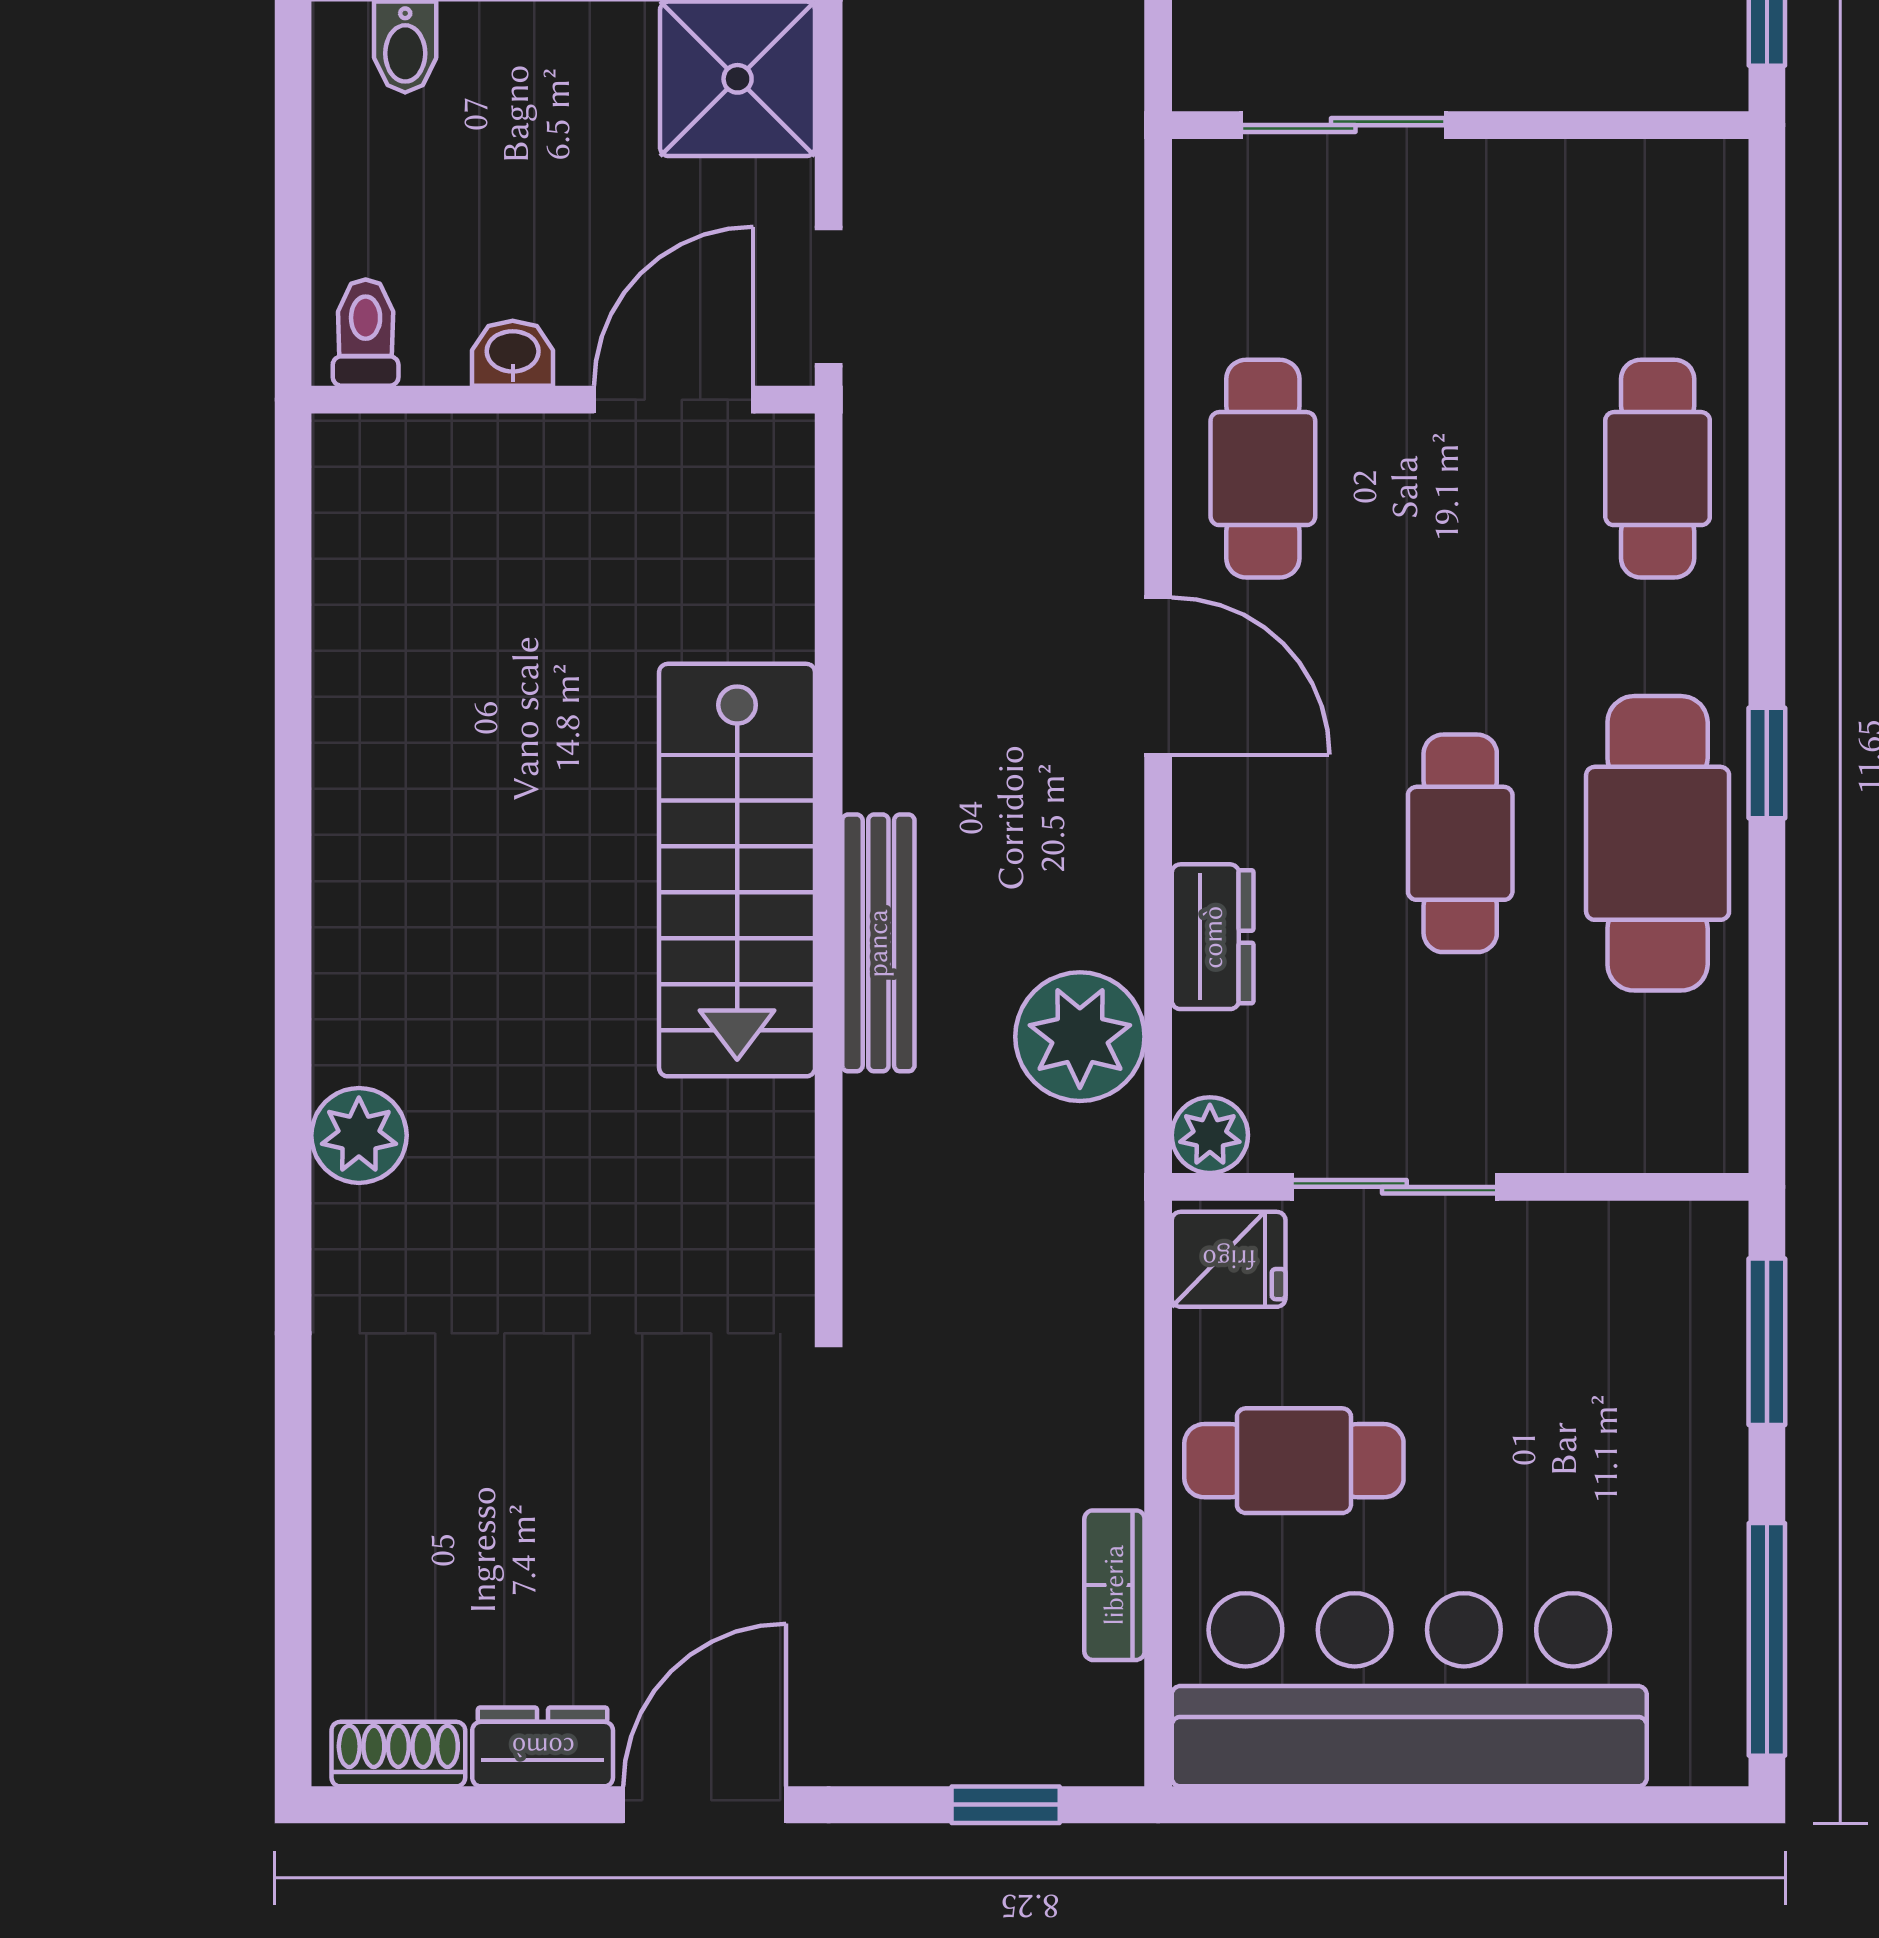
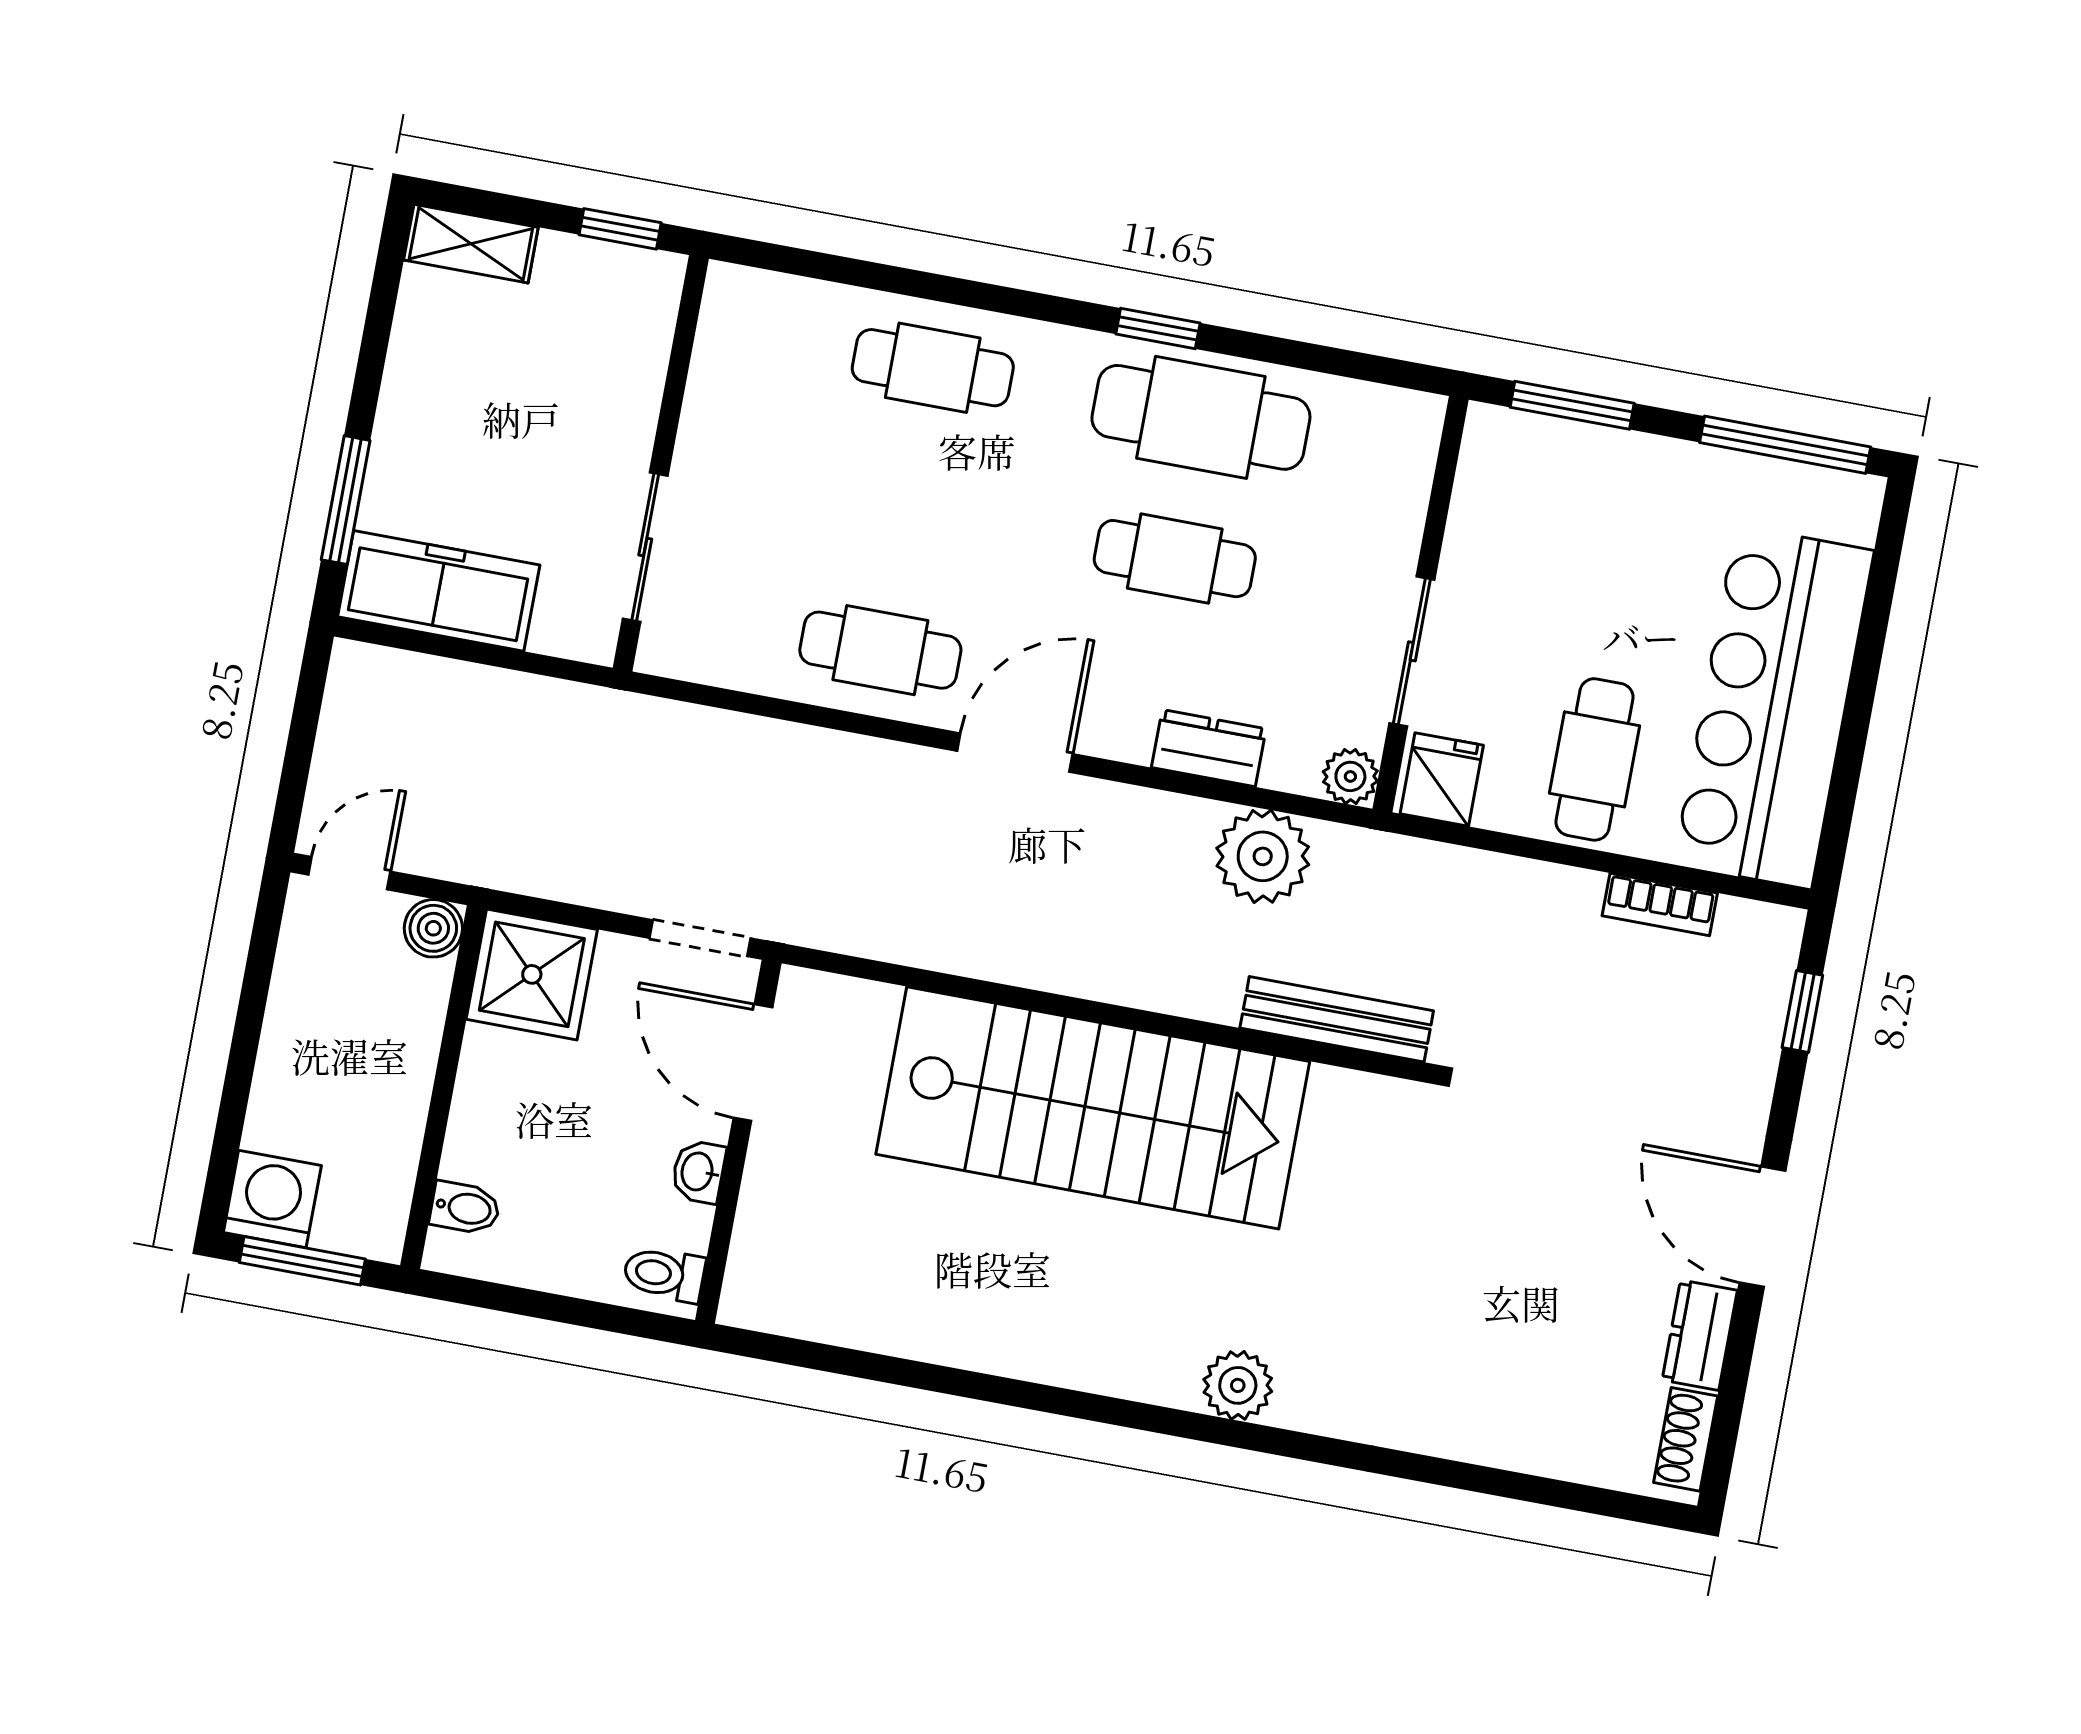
stairs: (737, 870) -> (1093, 1108), width x1.36, depth x1.51
bench: (878, 943) -> (1337, 1019), moved

